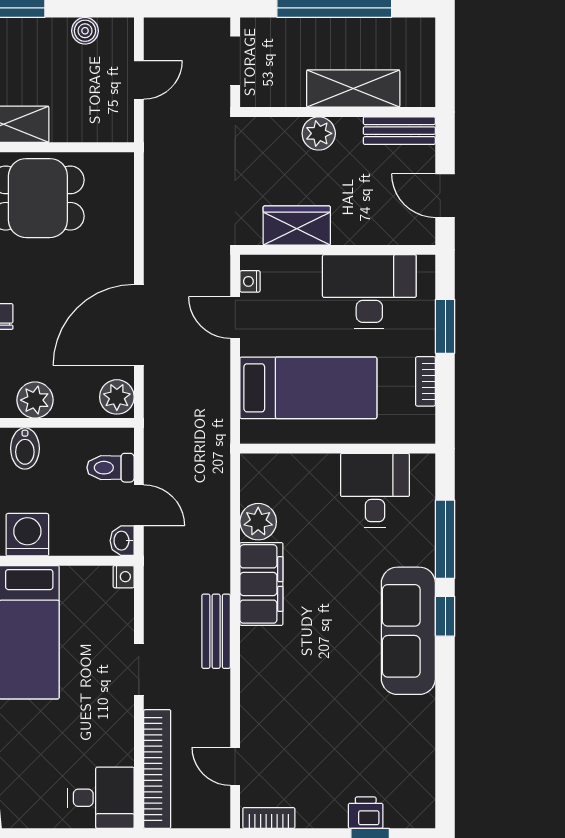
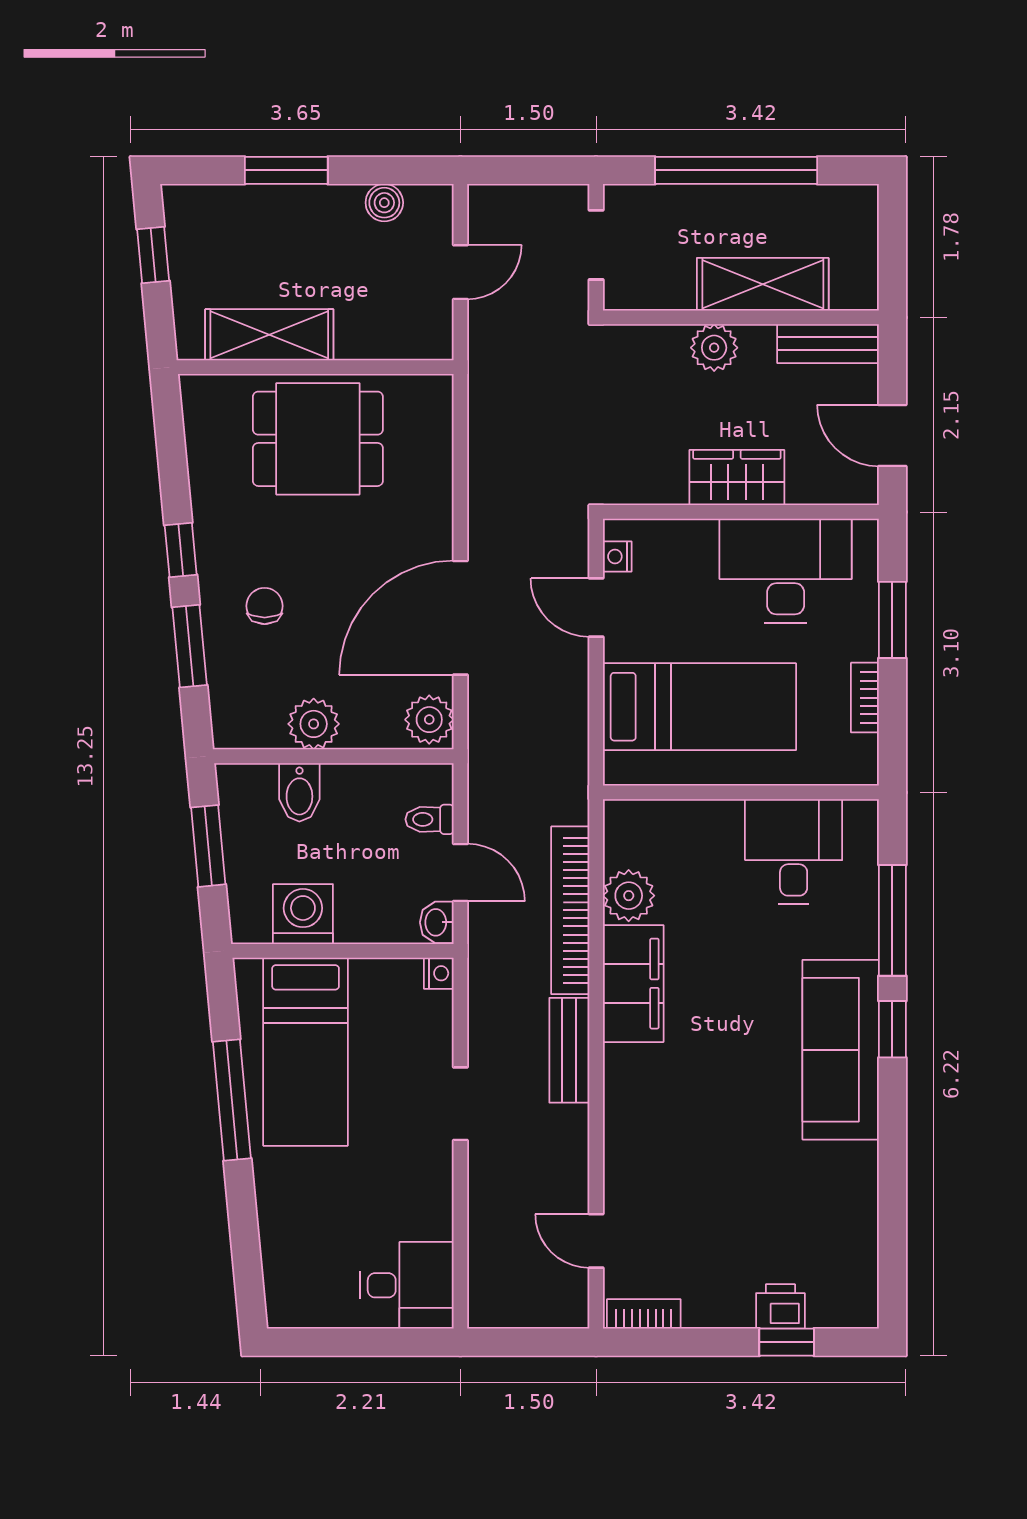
wardrobe: (297, 226) -> (737, 478), moved
toilet: (110, 468) -> (429, 819), width x0.73, depth x0.72
bookcase: (157, 769) -> (570, 910), moved, turned 180

